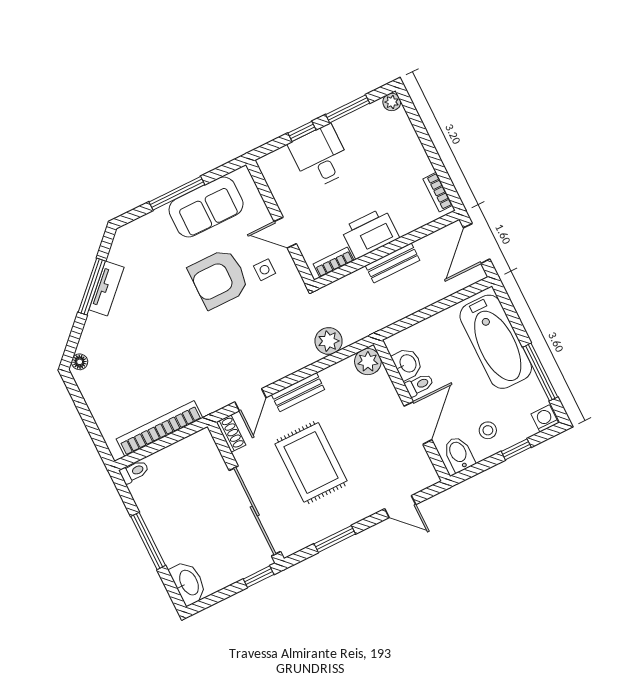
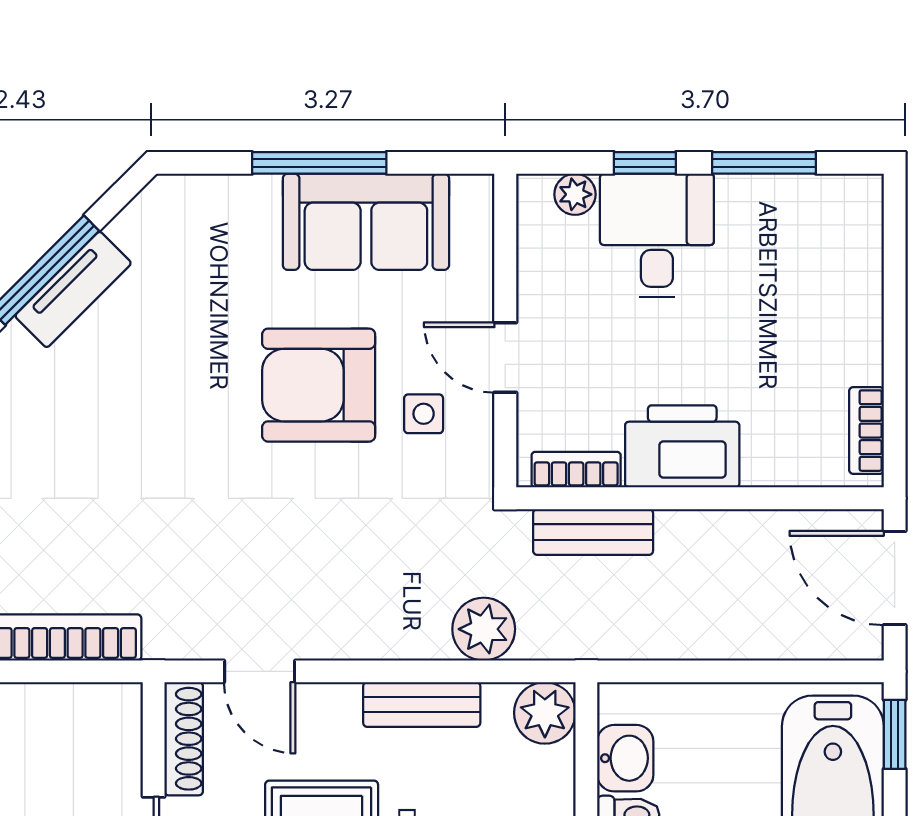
plant: (392, 102) -> (575, 194), moved
door: (477, 243) -> (895, 578), hinge flipped
bench: (393, 263) -> (593, 532), moved
window: (506, 303) -> (895, 734), added
bench: (298, 392) -> (422, 705), moved
door: (250, 400) -> (260, 671), hinge flipped
shoe rack: (231, 434) -> (184, 739), width x1.43

